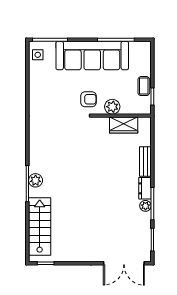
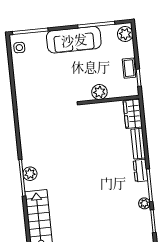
plant: (143, 52) -> (125, 34), added
sofa: (92, 56) -> (74, 40), width x0.74, depth x0.79
armchair: (88, 99) -> (75, 87), removed
wardrobe: (124, 125) -> (133, 114), moved, turned 90
plant: (145, 206) -> (144, 203), moved

